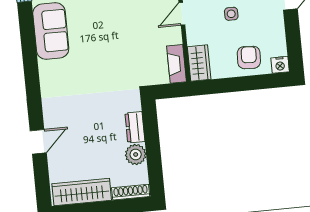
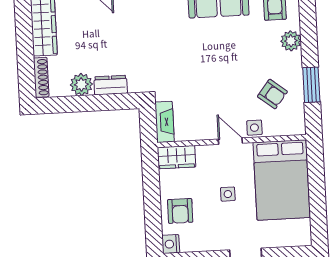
armchair: (249, 57) -> (180, 211), turned 87
fireplace: (177, 64) -> (165, 122), moved, turned 90

